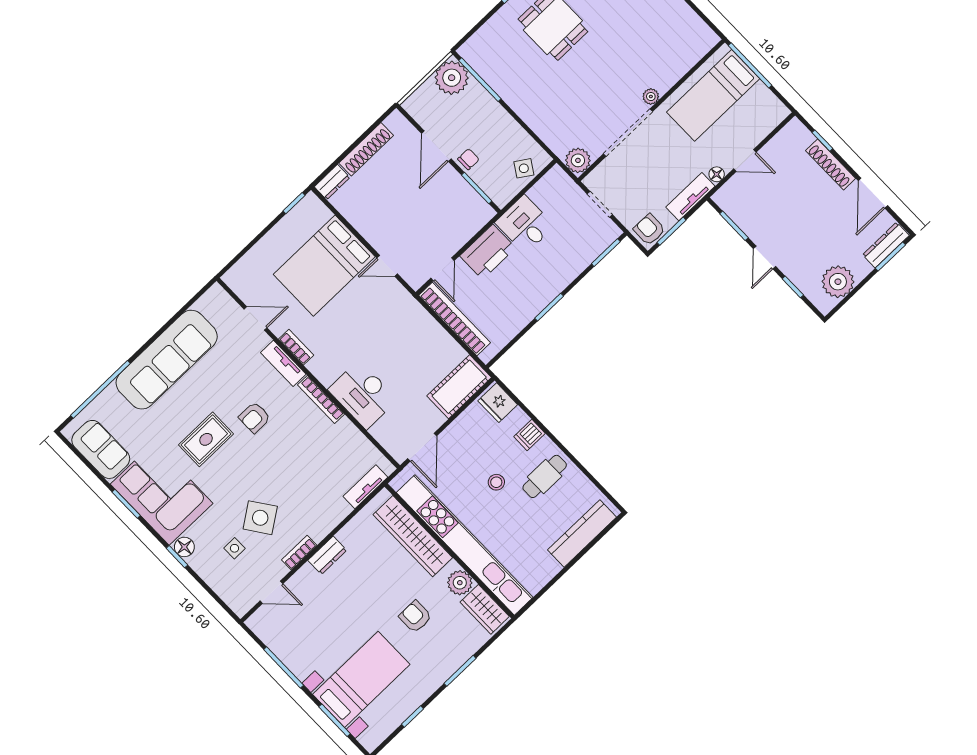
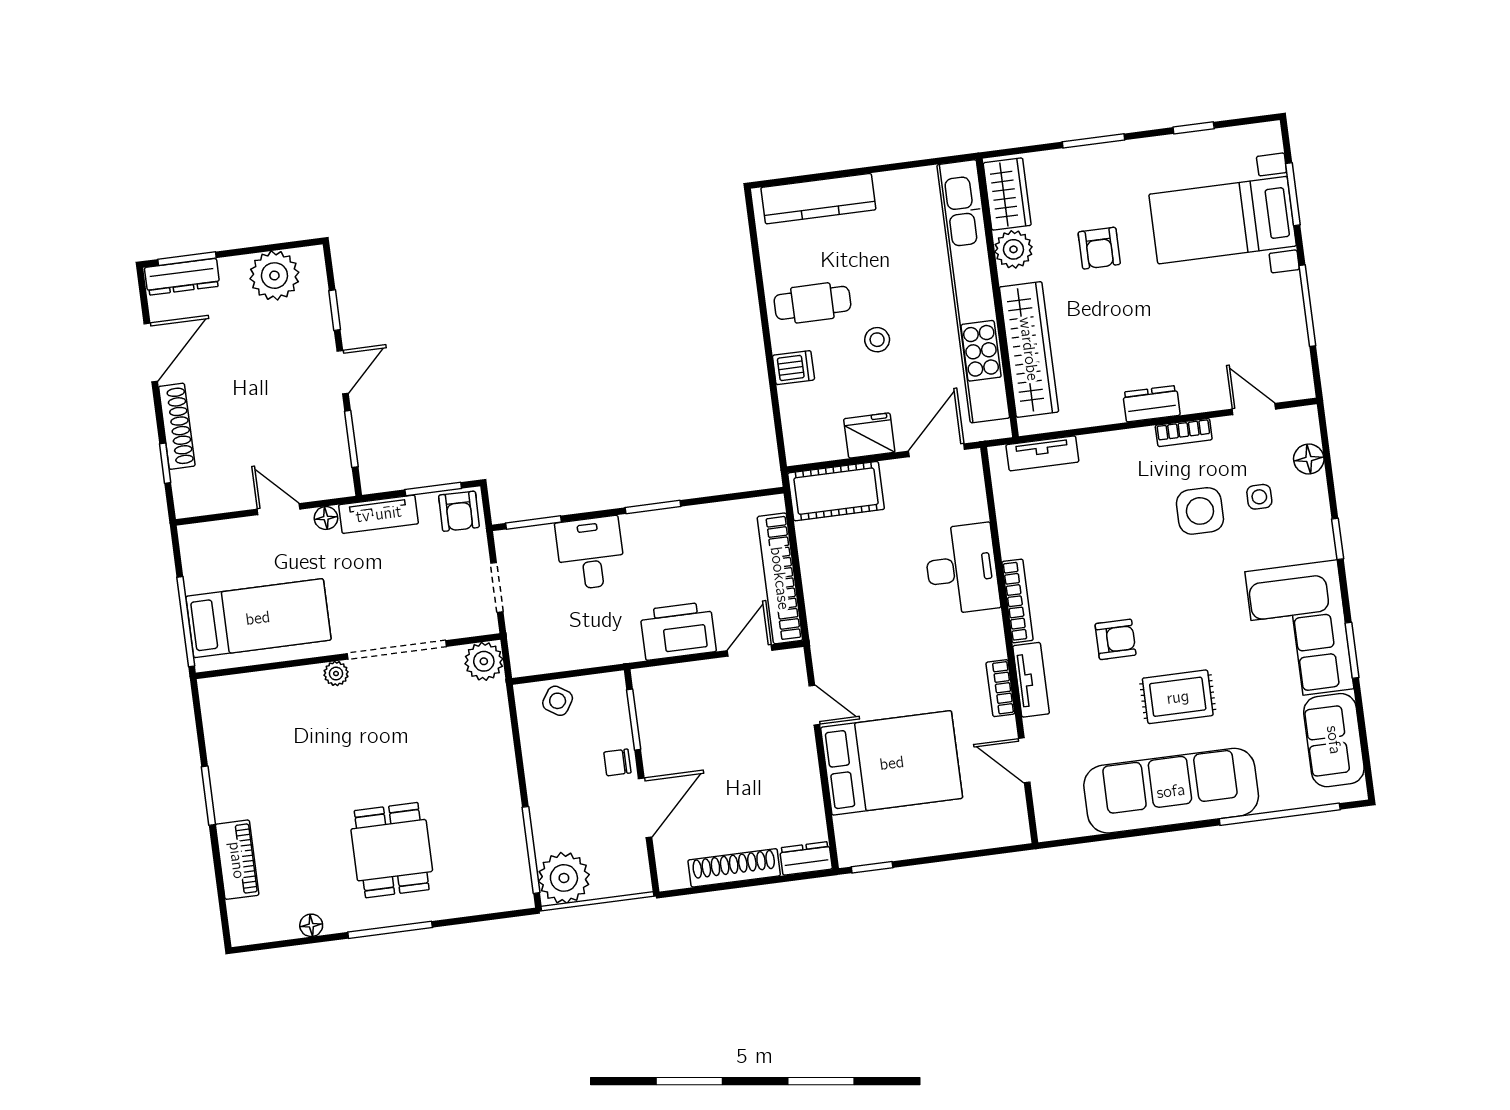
desk: (525, 224) -> (590, 553), moved, turned 180
fridge: (498, 403) -> (869, 435), moved, turned -90
rug: (206, 439) -> (1178, 697), moved
side table: (260, 518) -> (1200, 511), turned 35
floor lamp: (184, 547) -> (1309, 459), moved

